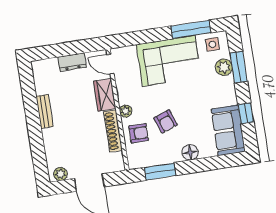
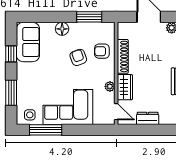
plant: (224, 67) -> (23, 95), removed
plant: (126, 111) -> (110, 86), moved

